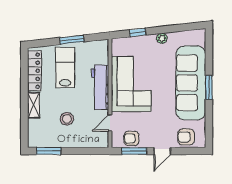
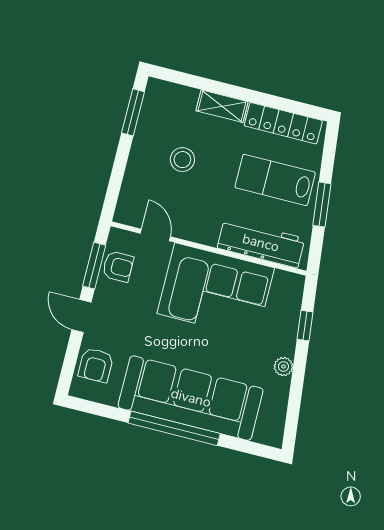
lab bench: (65, 67) -> (275, 180), turned 180
workbench: (100, 87) -> (261, 243), moved
window: (209, 88) -> (174, 428), width x2.11
armchair: (186, 137) -> (96, 365), turned 180
armchair: (131, 138) -> (118, 267), turned 90

